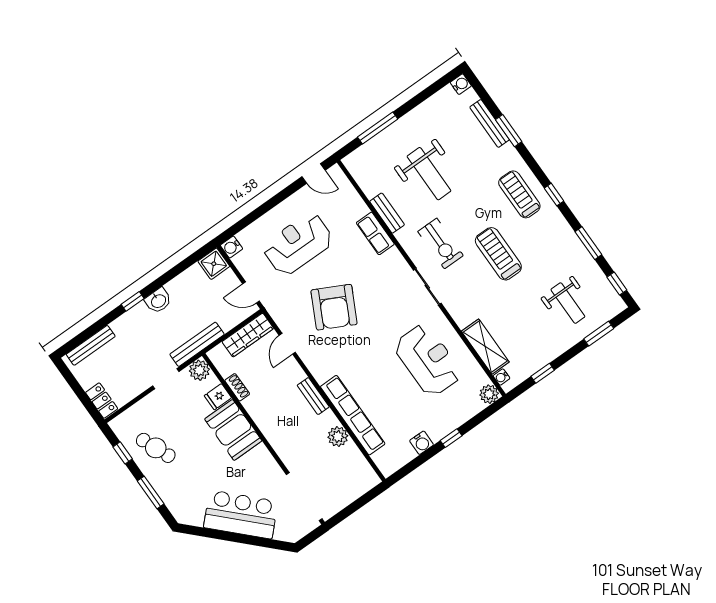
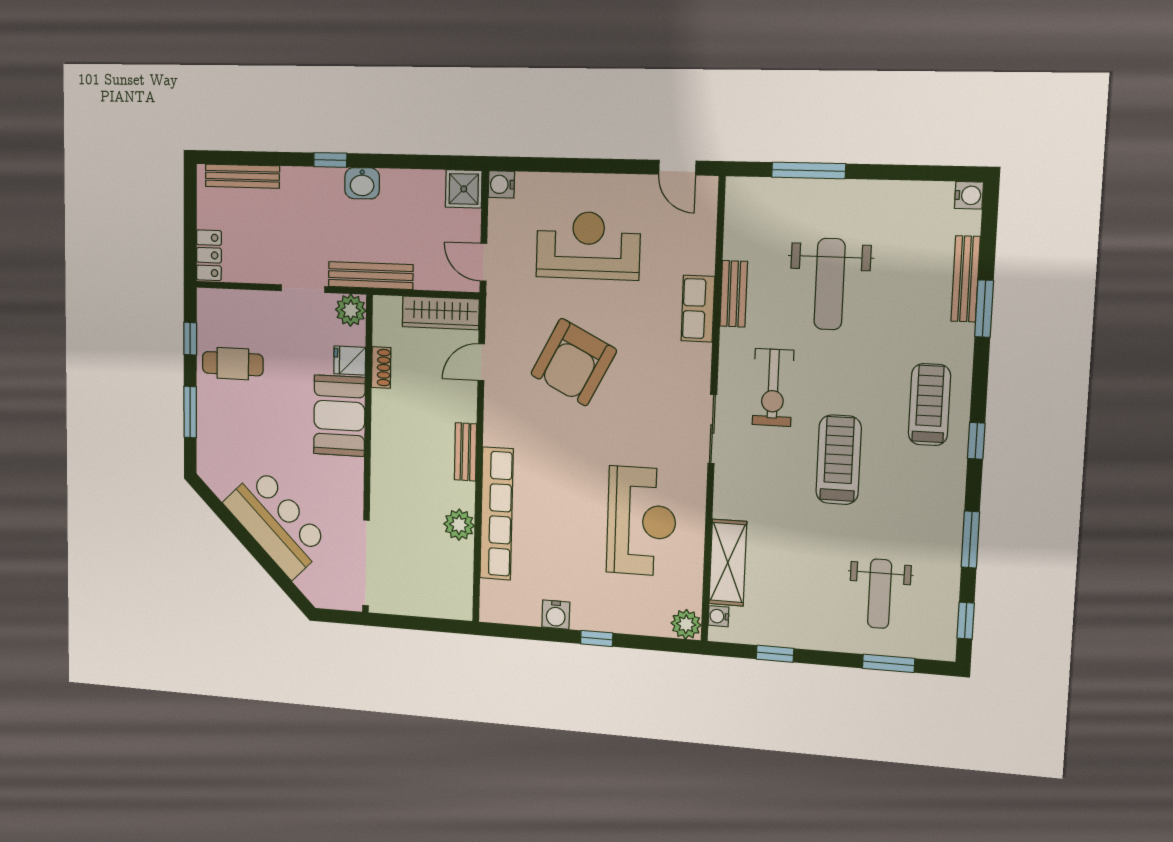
cafe table: (156, 448) -> (233, 364), turned -67

